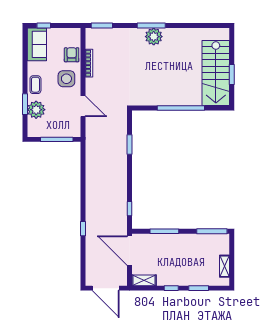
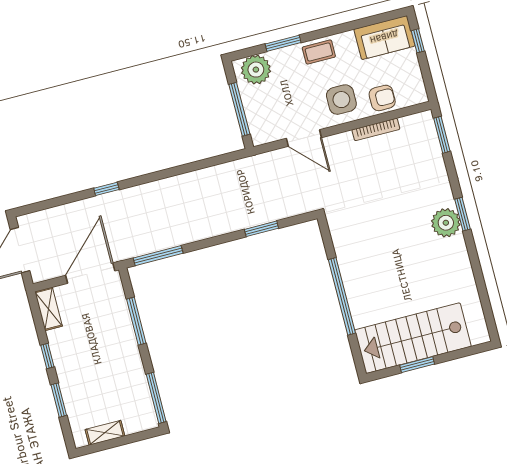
window: (151, 26) -> (463, 214), width x0.69
door: (83, 106) -> (304, 138), hinge flipped
plant: (36, 110) -> (256, 70), moved
window: (130, 209) -> (158, 256), width x2.17

